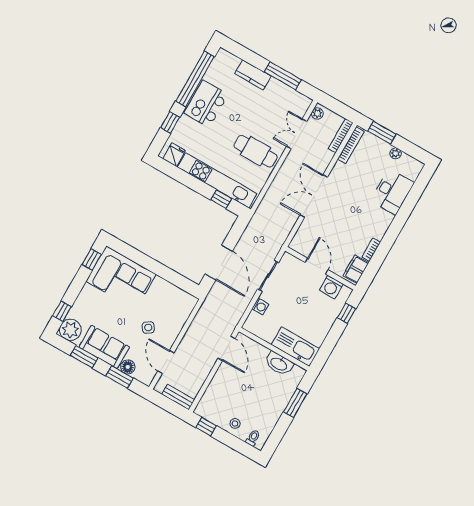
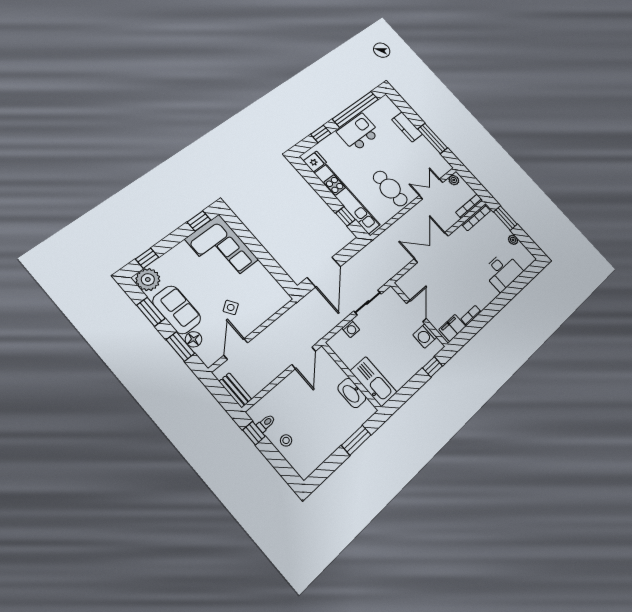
toilet: (253, 438) -> (266, 423), moved

